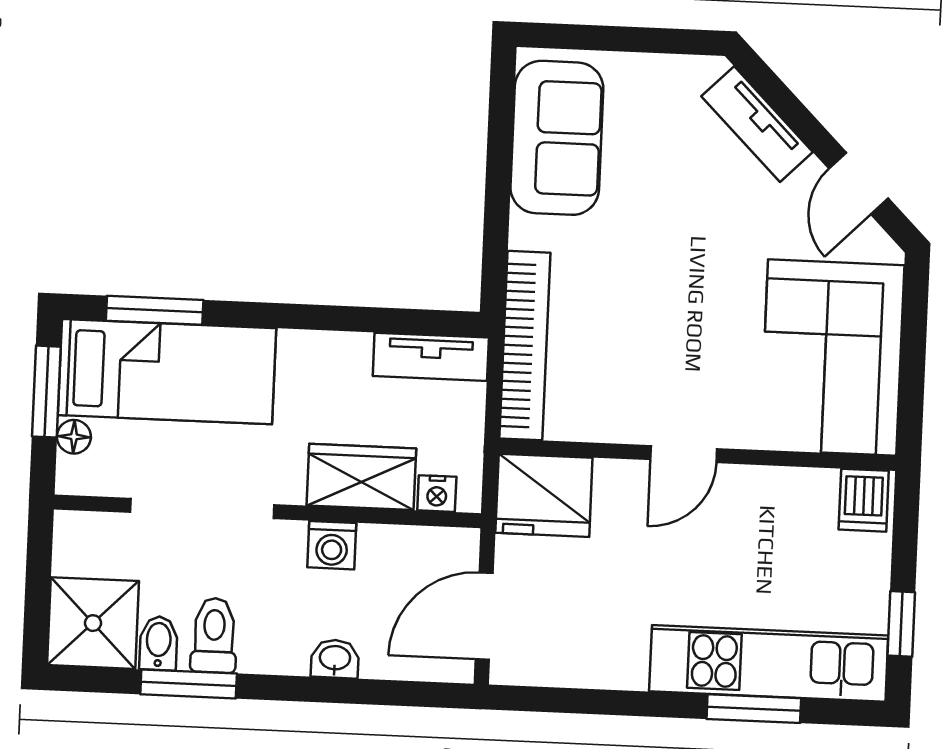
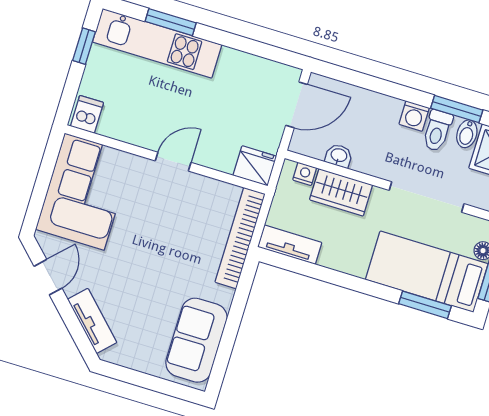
fridge: (544, 495) -> (255, 166), width x0.73, depth x0.75
washing machine: (332, 545) -> (414, 116), moved, turned 180
washbasin: (335, 659) -> (339, 156), moved, turned 180

